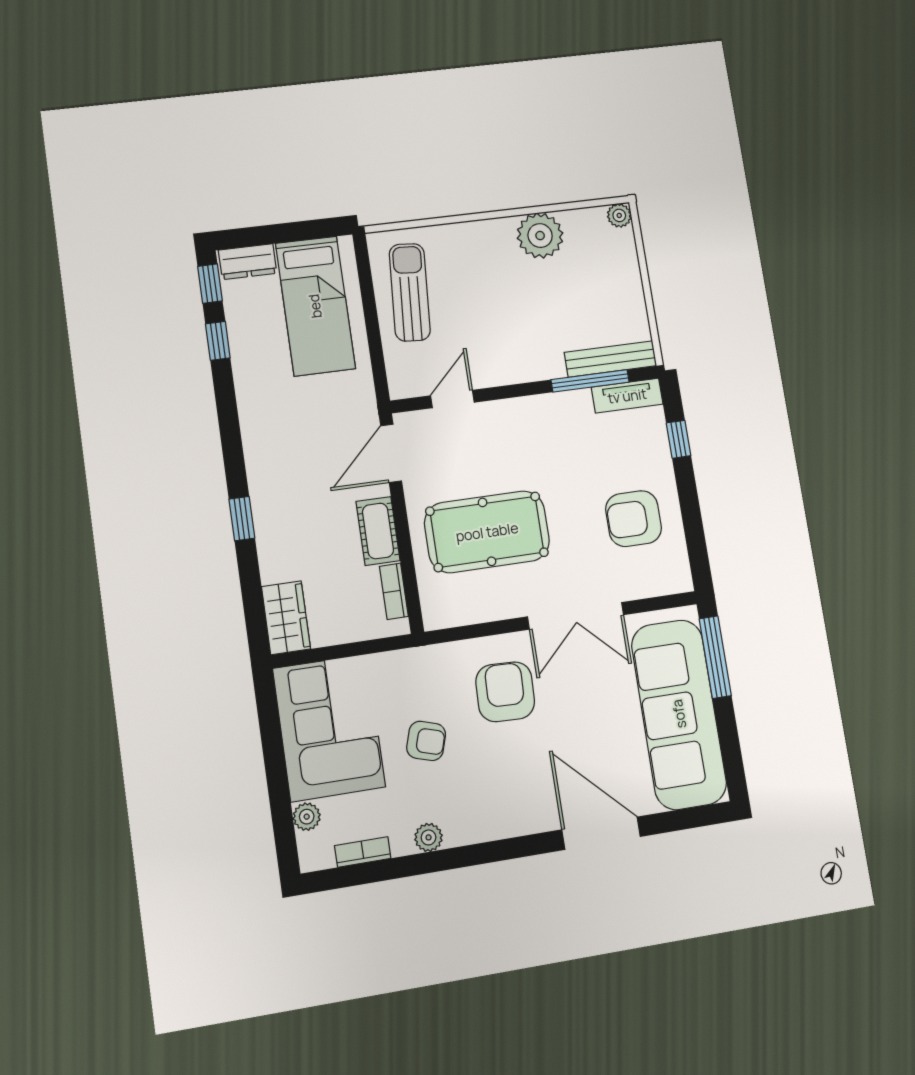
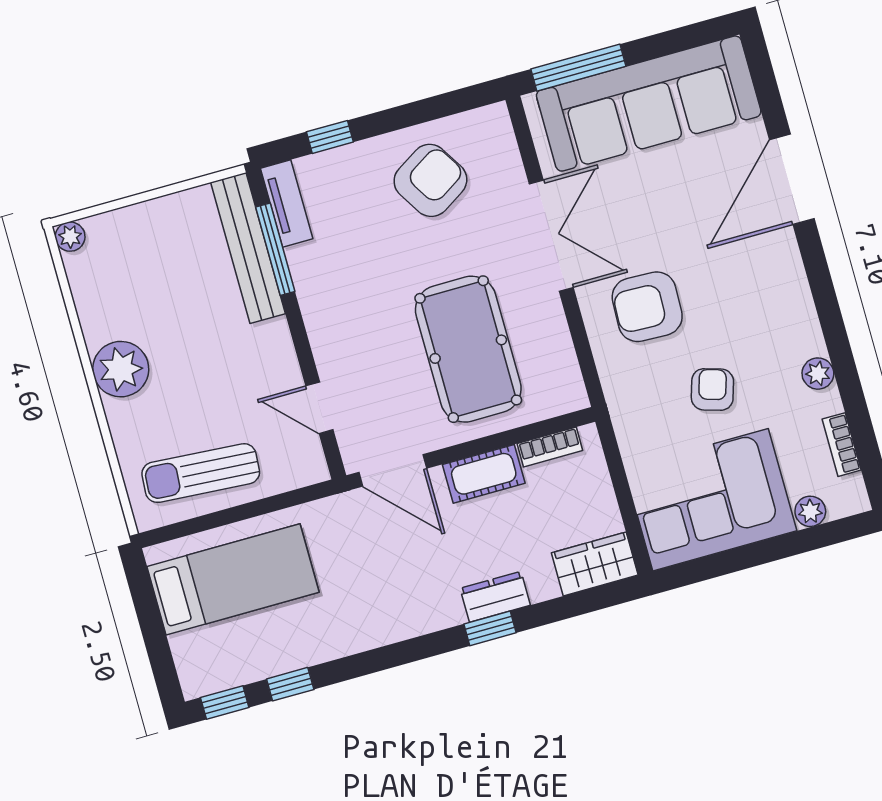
plant: (540, 236) -> (121, 369), moved
dresser: (248, 262) -> (495, 597), moved, turned -90
bench: (610, 359) -> (248, 248), width x1.37, depth x1.21
armchair: (634, 519) -> (430, 180), turned -122

